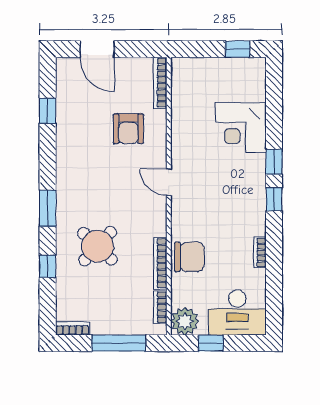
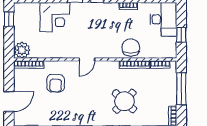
armchair: (128, 129) -> (56, 83), turned 90
plant: (185, 321) -> (22, 50), moved

